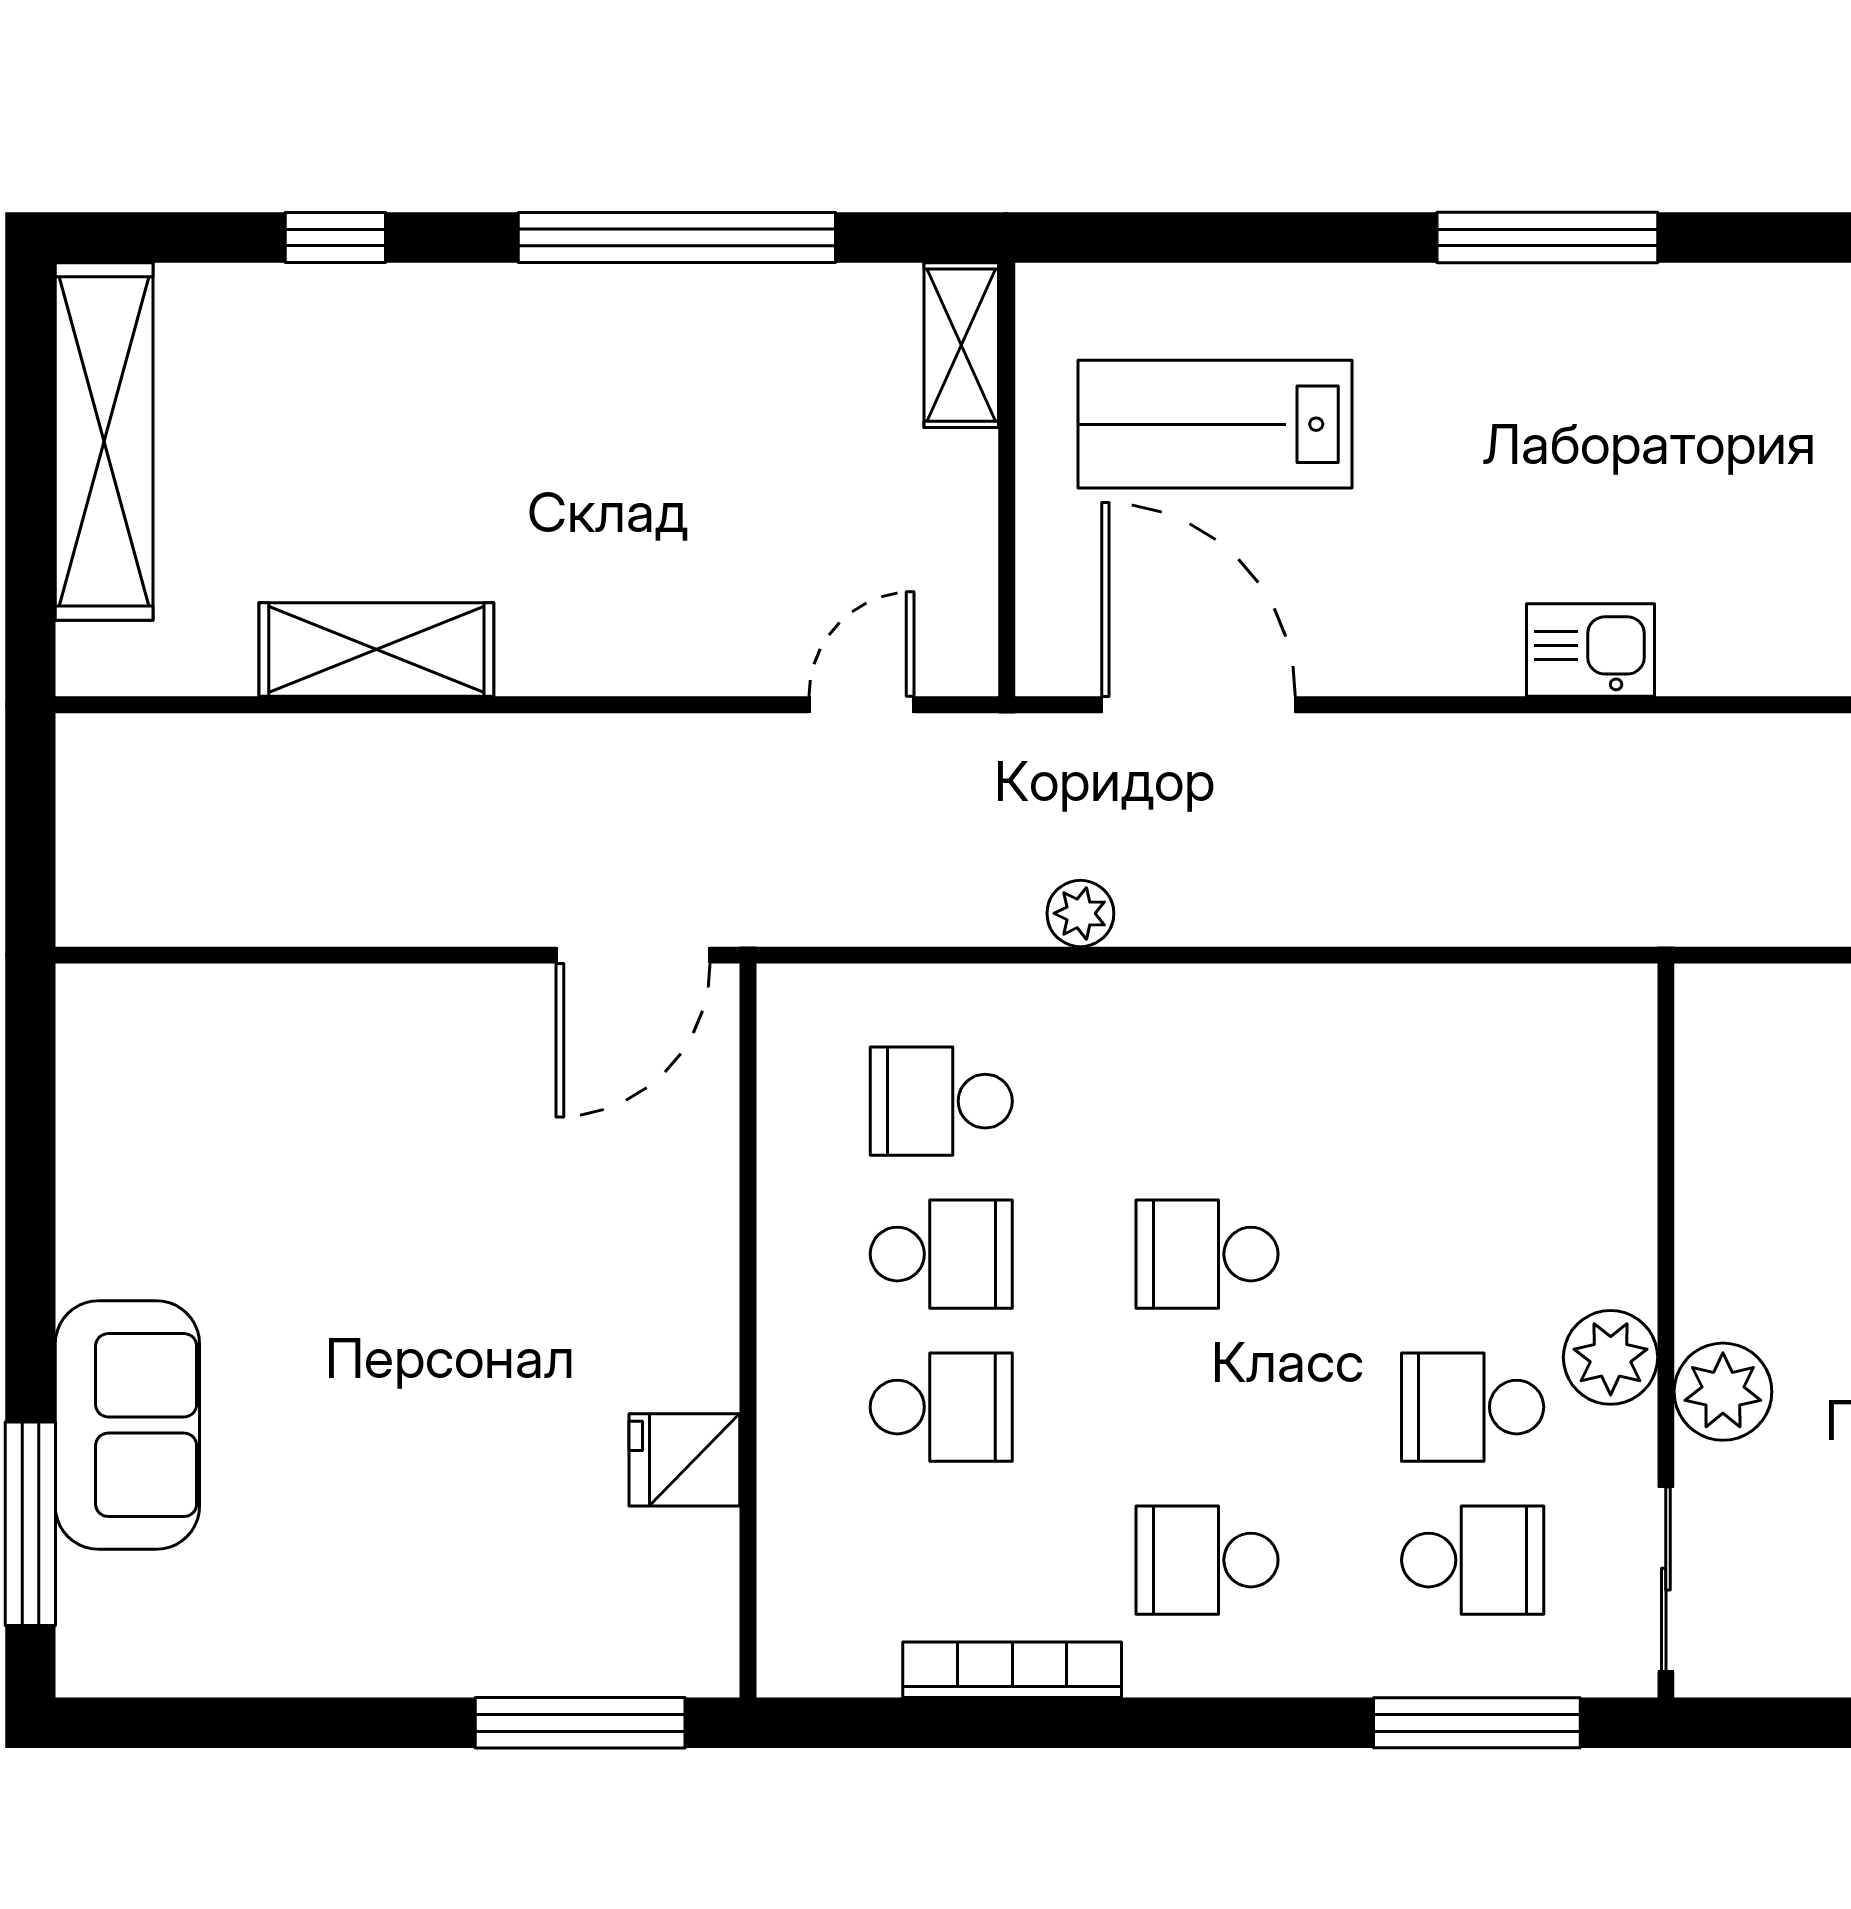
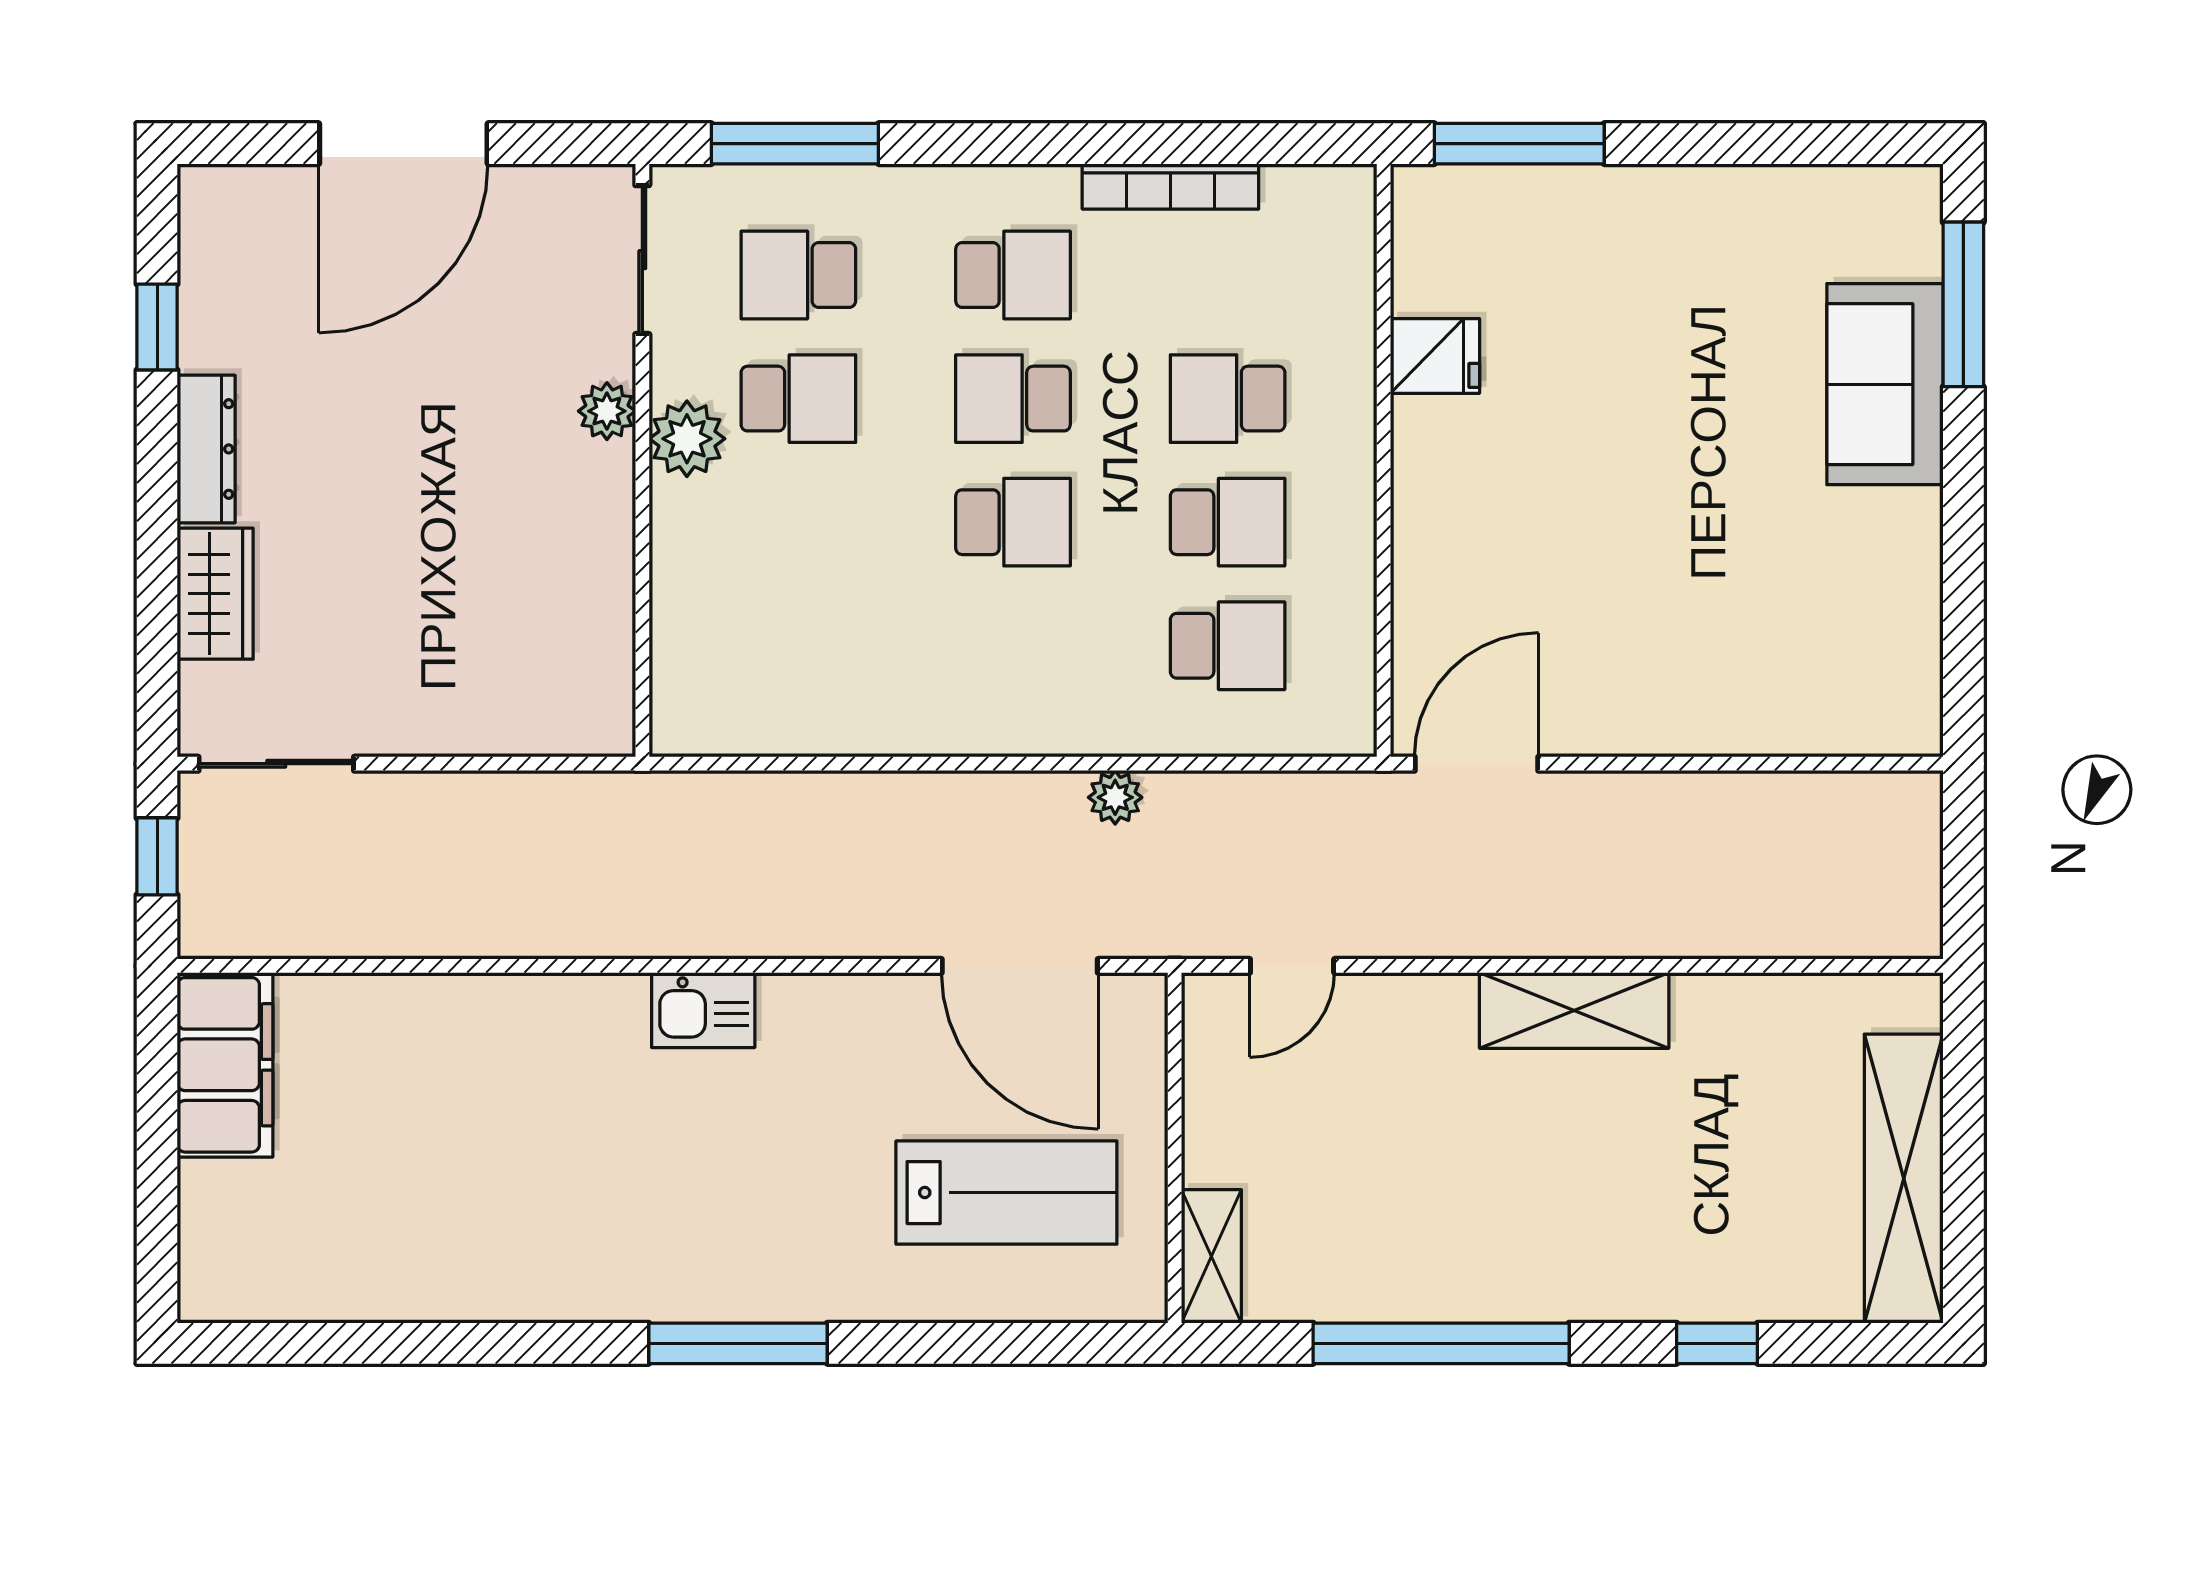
shelving: (376, 650) -> (1574, 1010), moved
school desk: (941, 1254) -> (1228, 522), turned 180
plant: (1723, 1392) -> (607, 411), width x0.73, depth x0.73
school desk: (1207, 1407) -> (1013, 399), added

